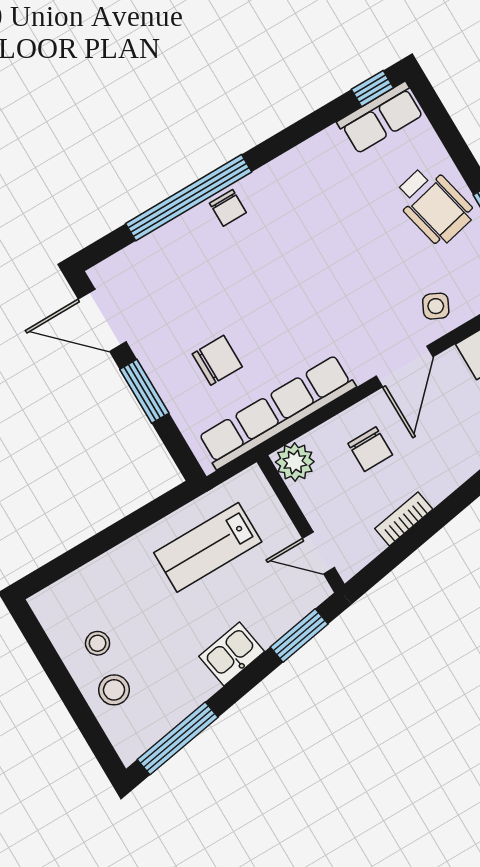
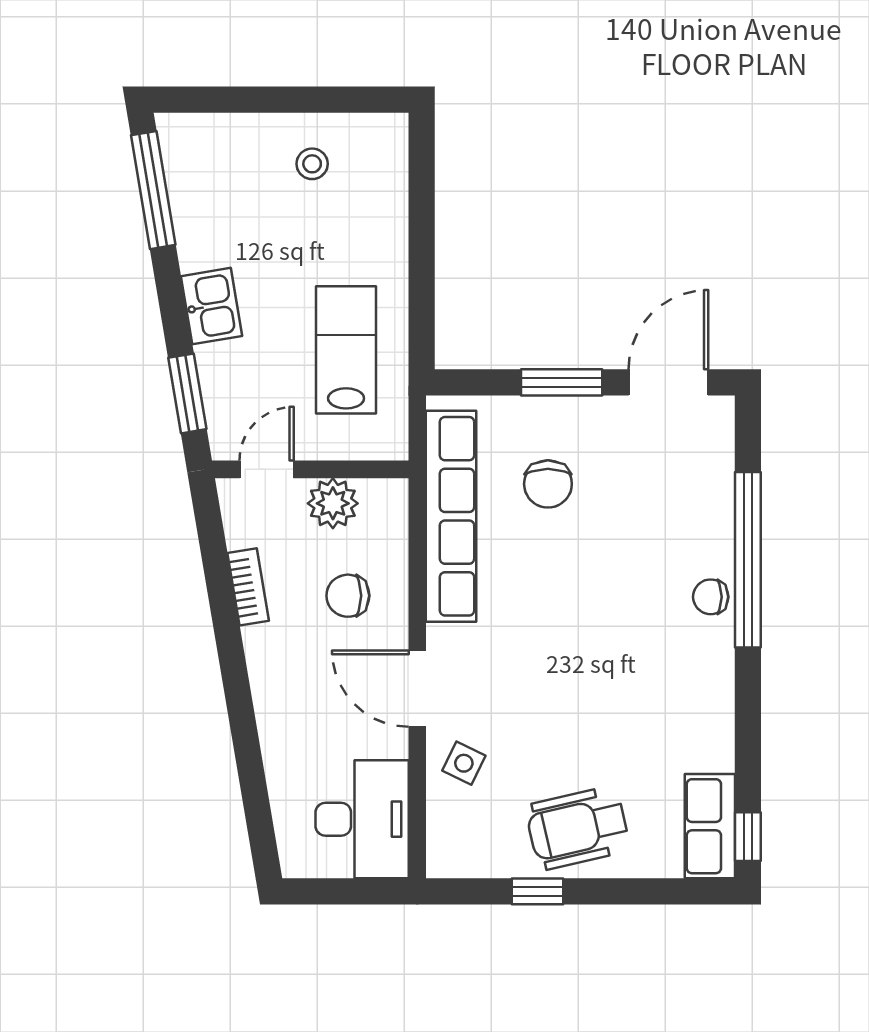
plant: (295, 462) -> (333, 503), moved
stool: (114, 690) -> (249, 151), removed

